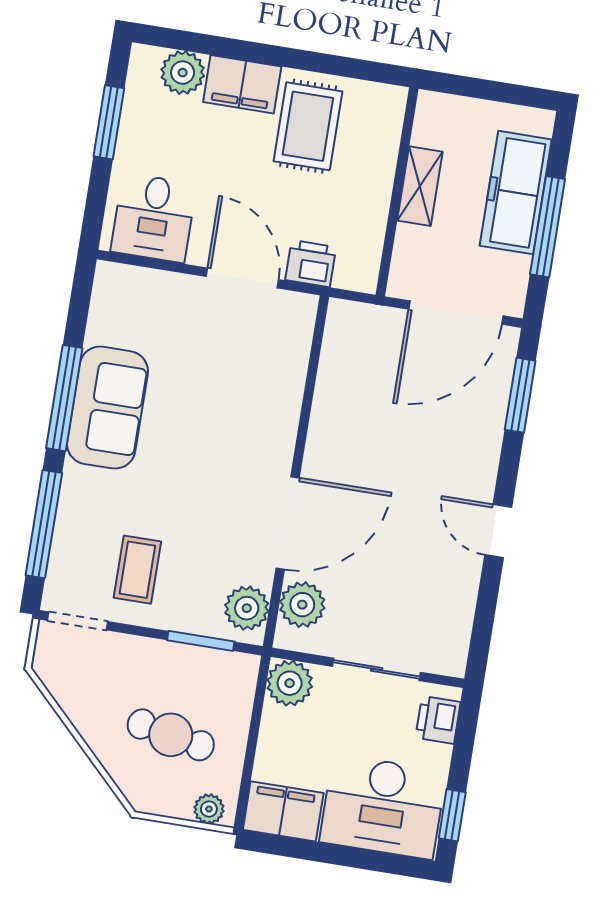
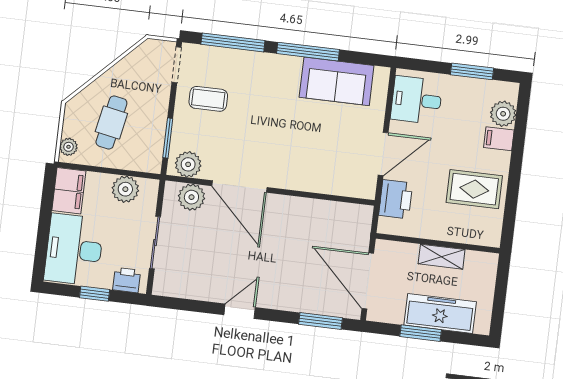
filing cabinet: (242, 84) -> (499, 139), width x0.50
window: (548, 227) -> (421, 333), width x0.69
printer: (311, 264) -> (396, 199), width x1.36, depth x1.24
sofa: (107, 408) -> (337, 81), moved
plant: (290, 683) -> (125, 189), moved
window: (452, 815) -> (95, 294), moved

